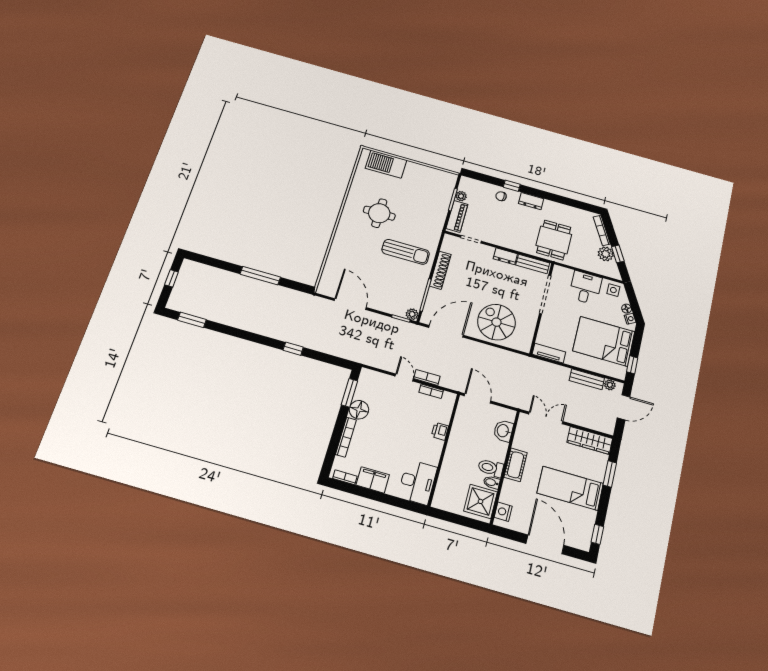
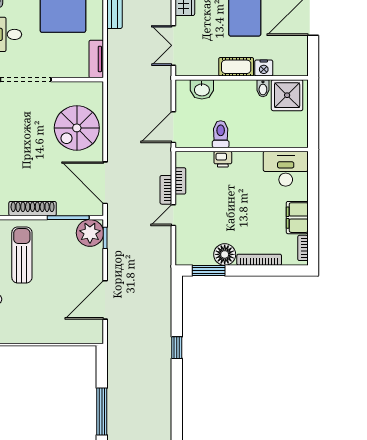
plant: (412, 314) -> (90, 233), width x1.87, depth x1.87
toilet: (491, 468) -> (221, 134), moved, turned 180
nightstand: (503, 512) -> (264, 68), moved

